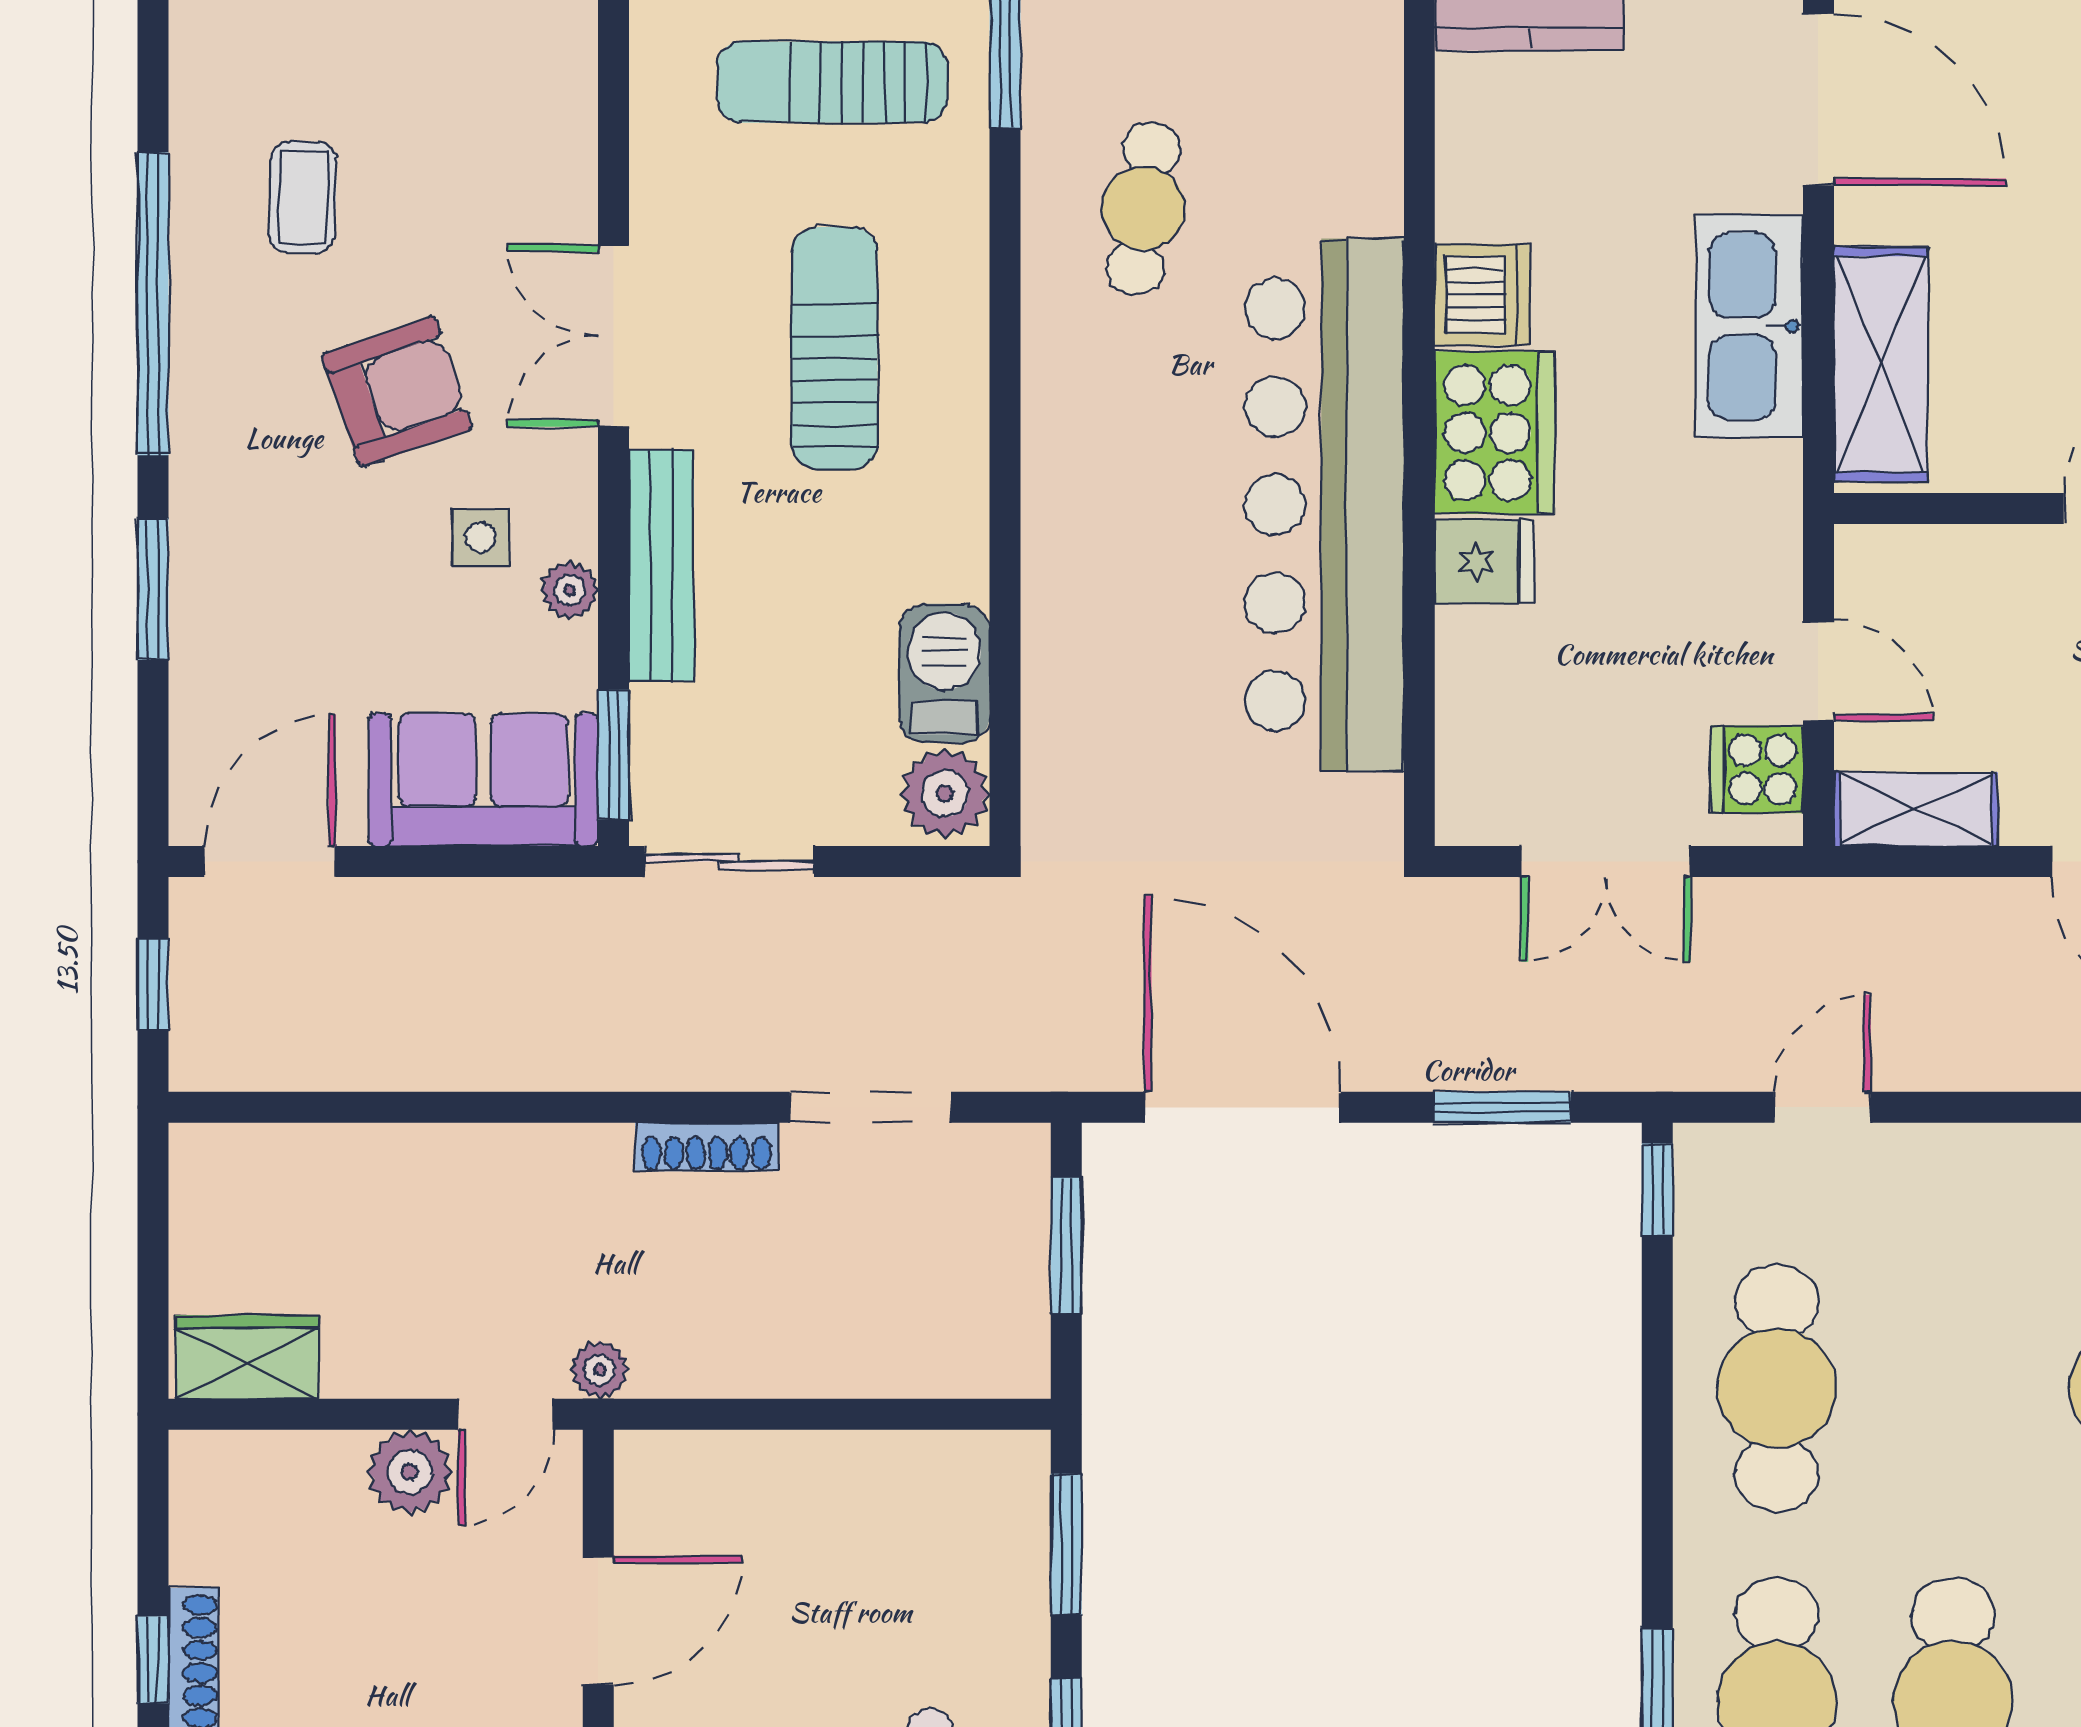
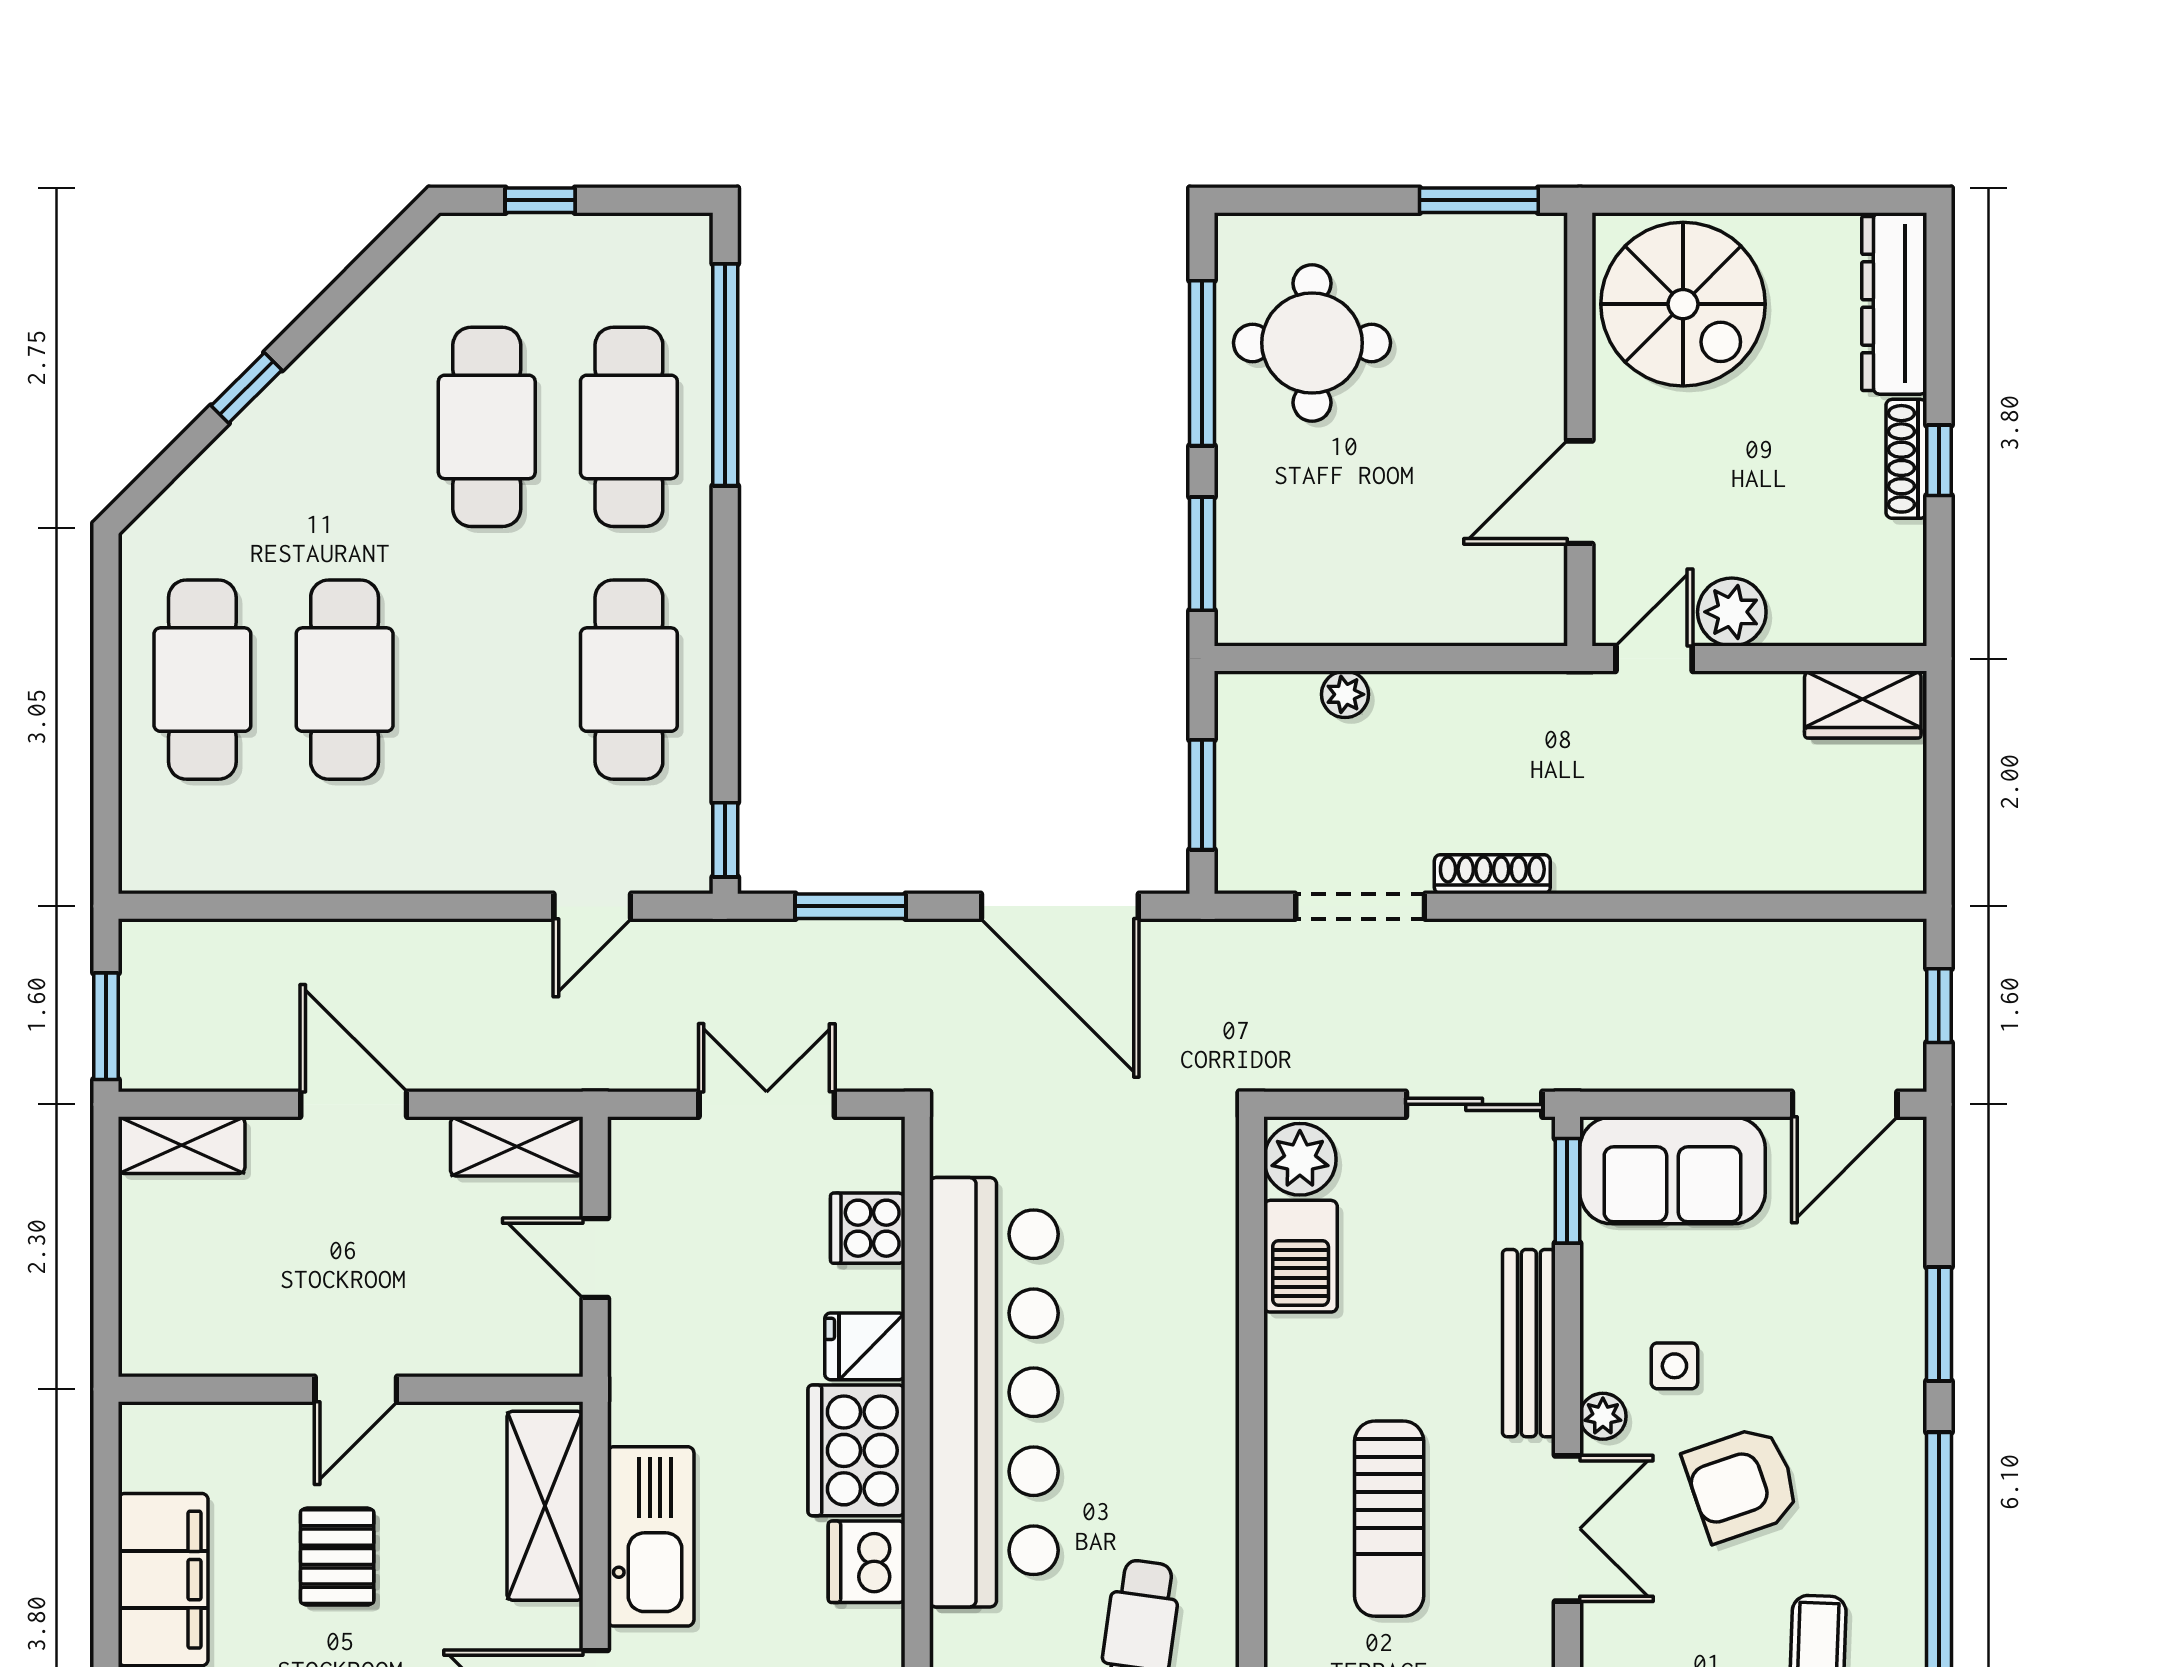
plant: (570, 590) -> (1603, 1416), moved
cooker: (1757, 769) -> (868, 1228), moved, turned 180
plant: (599, 1370) -> (1345, 694), moved

